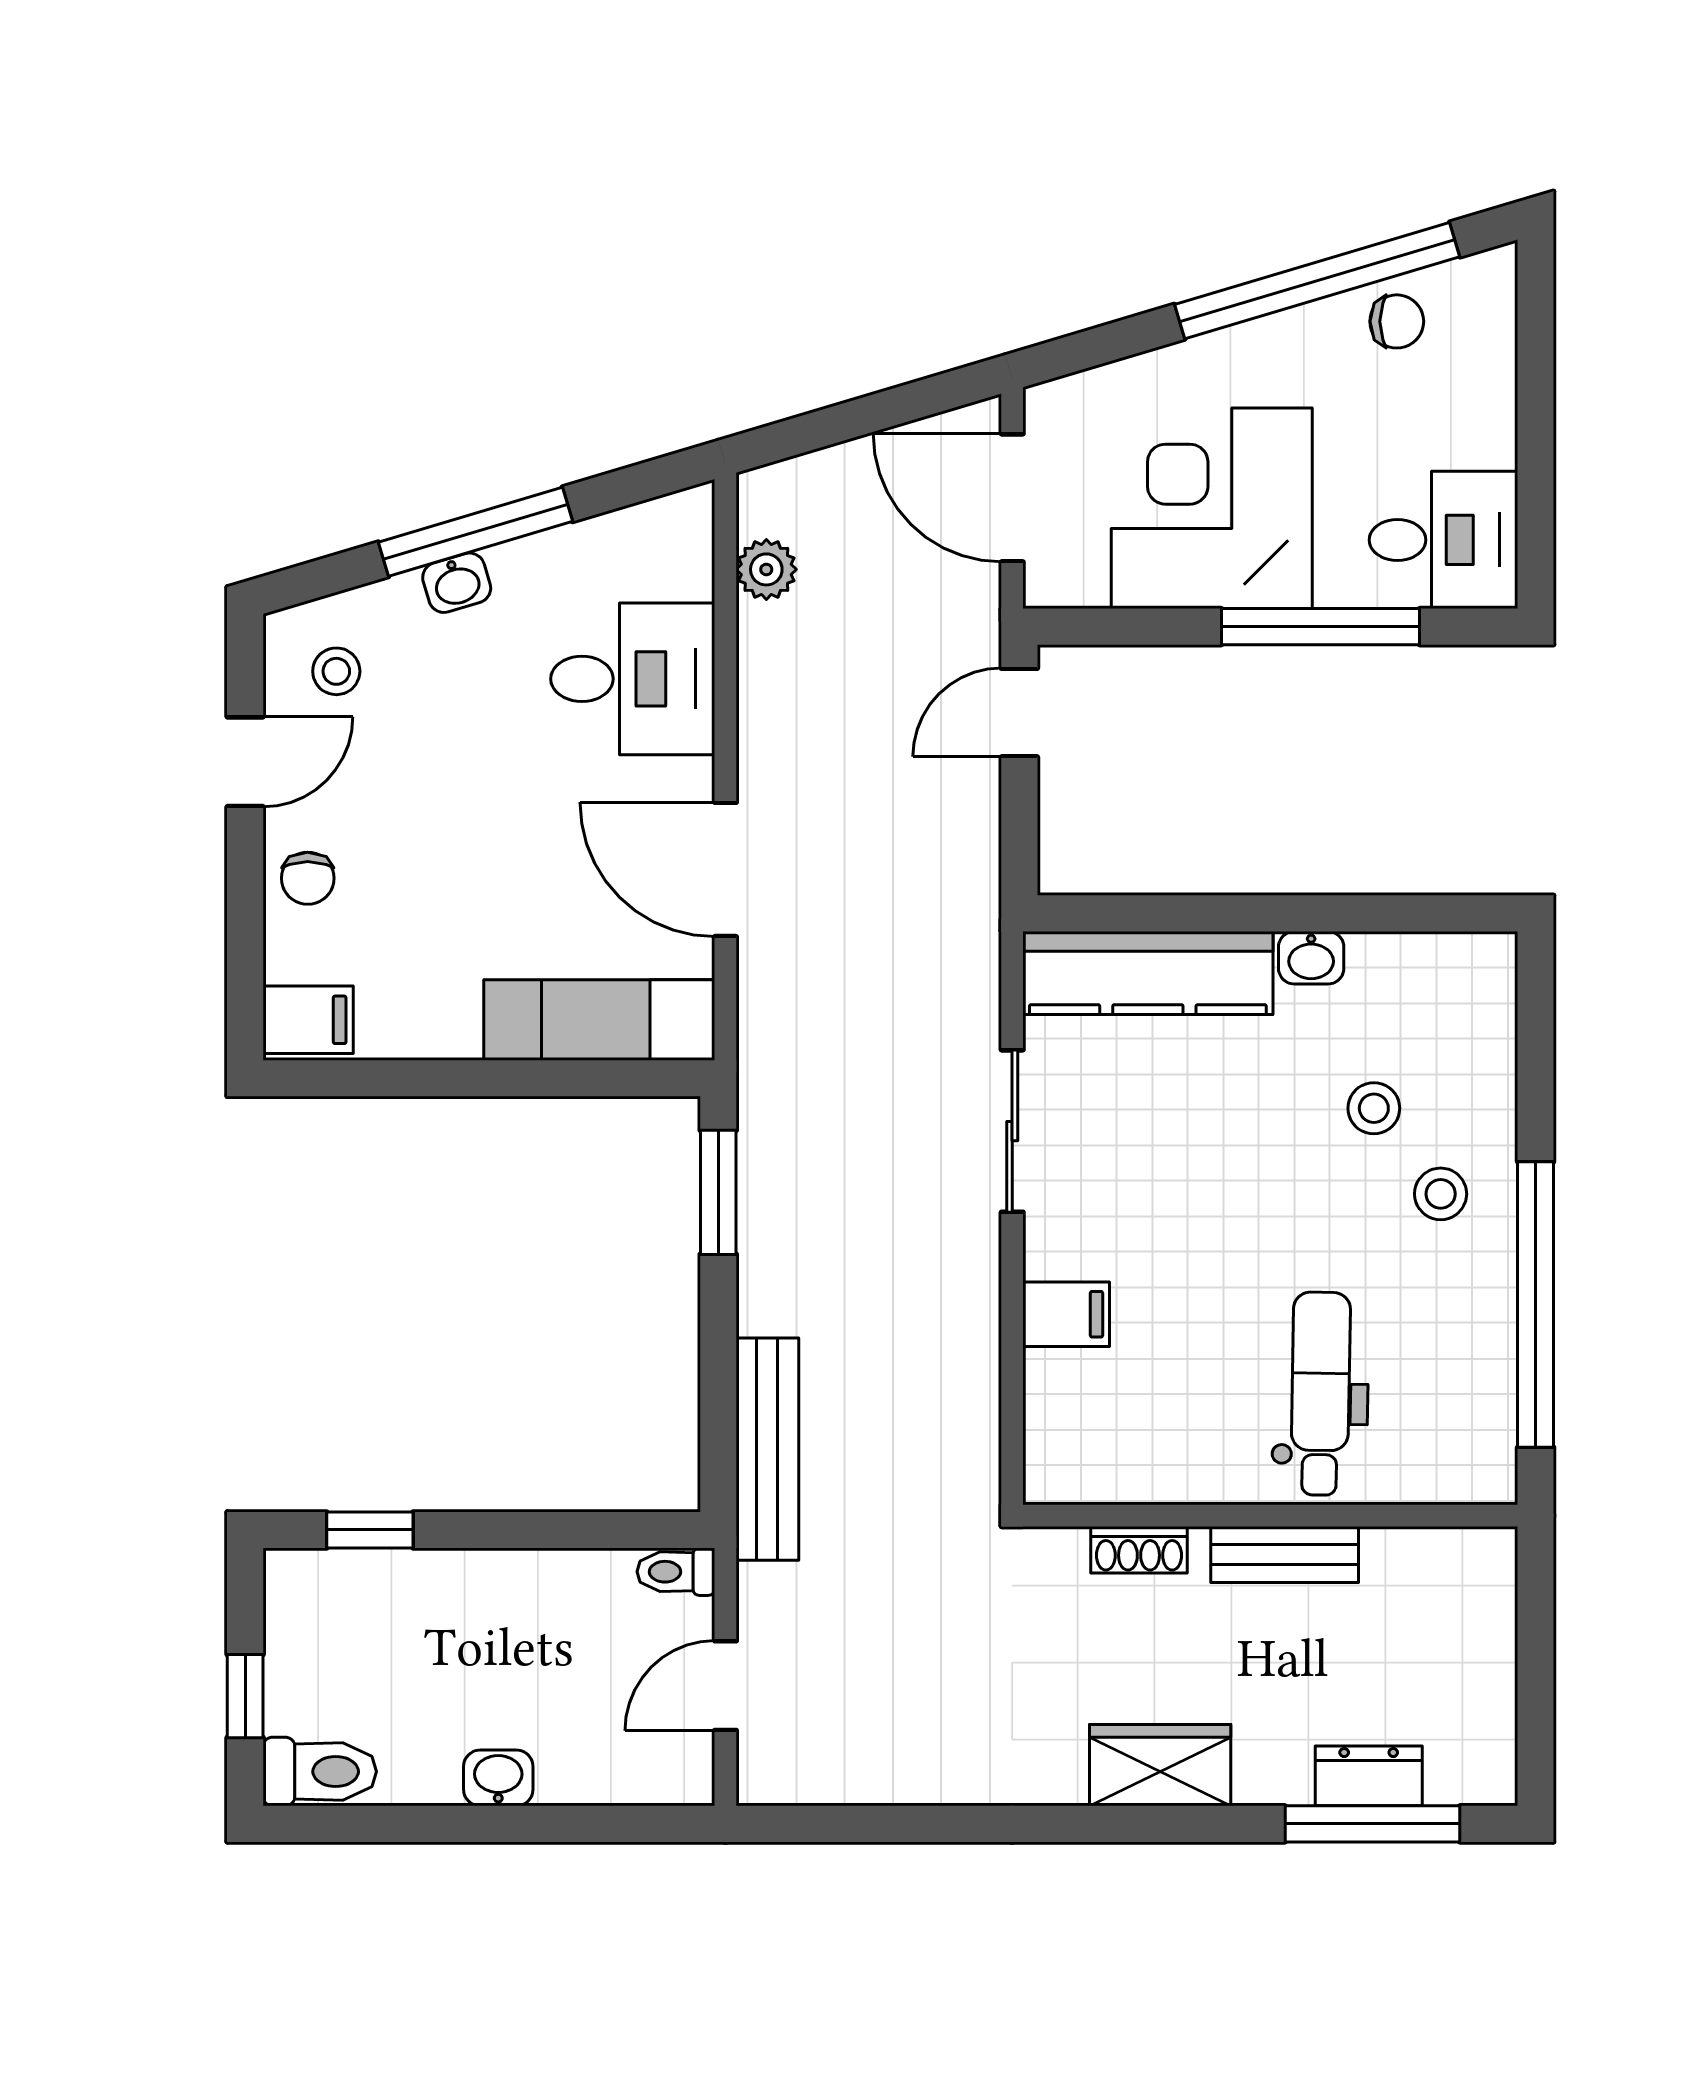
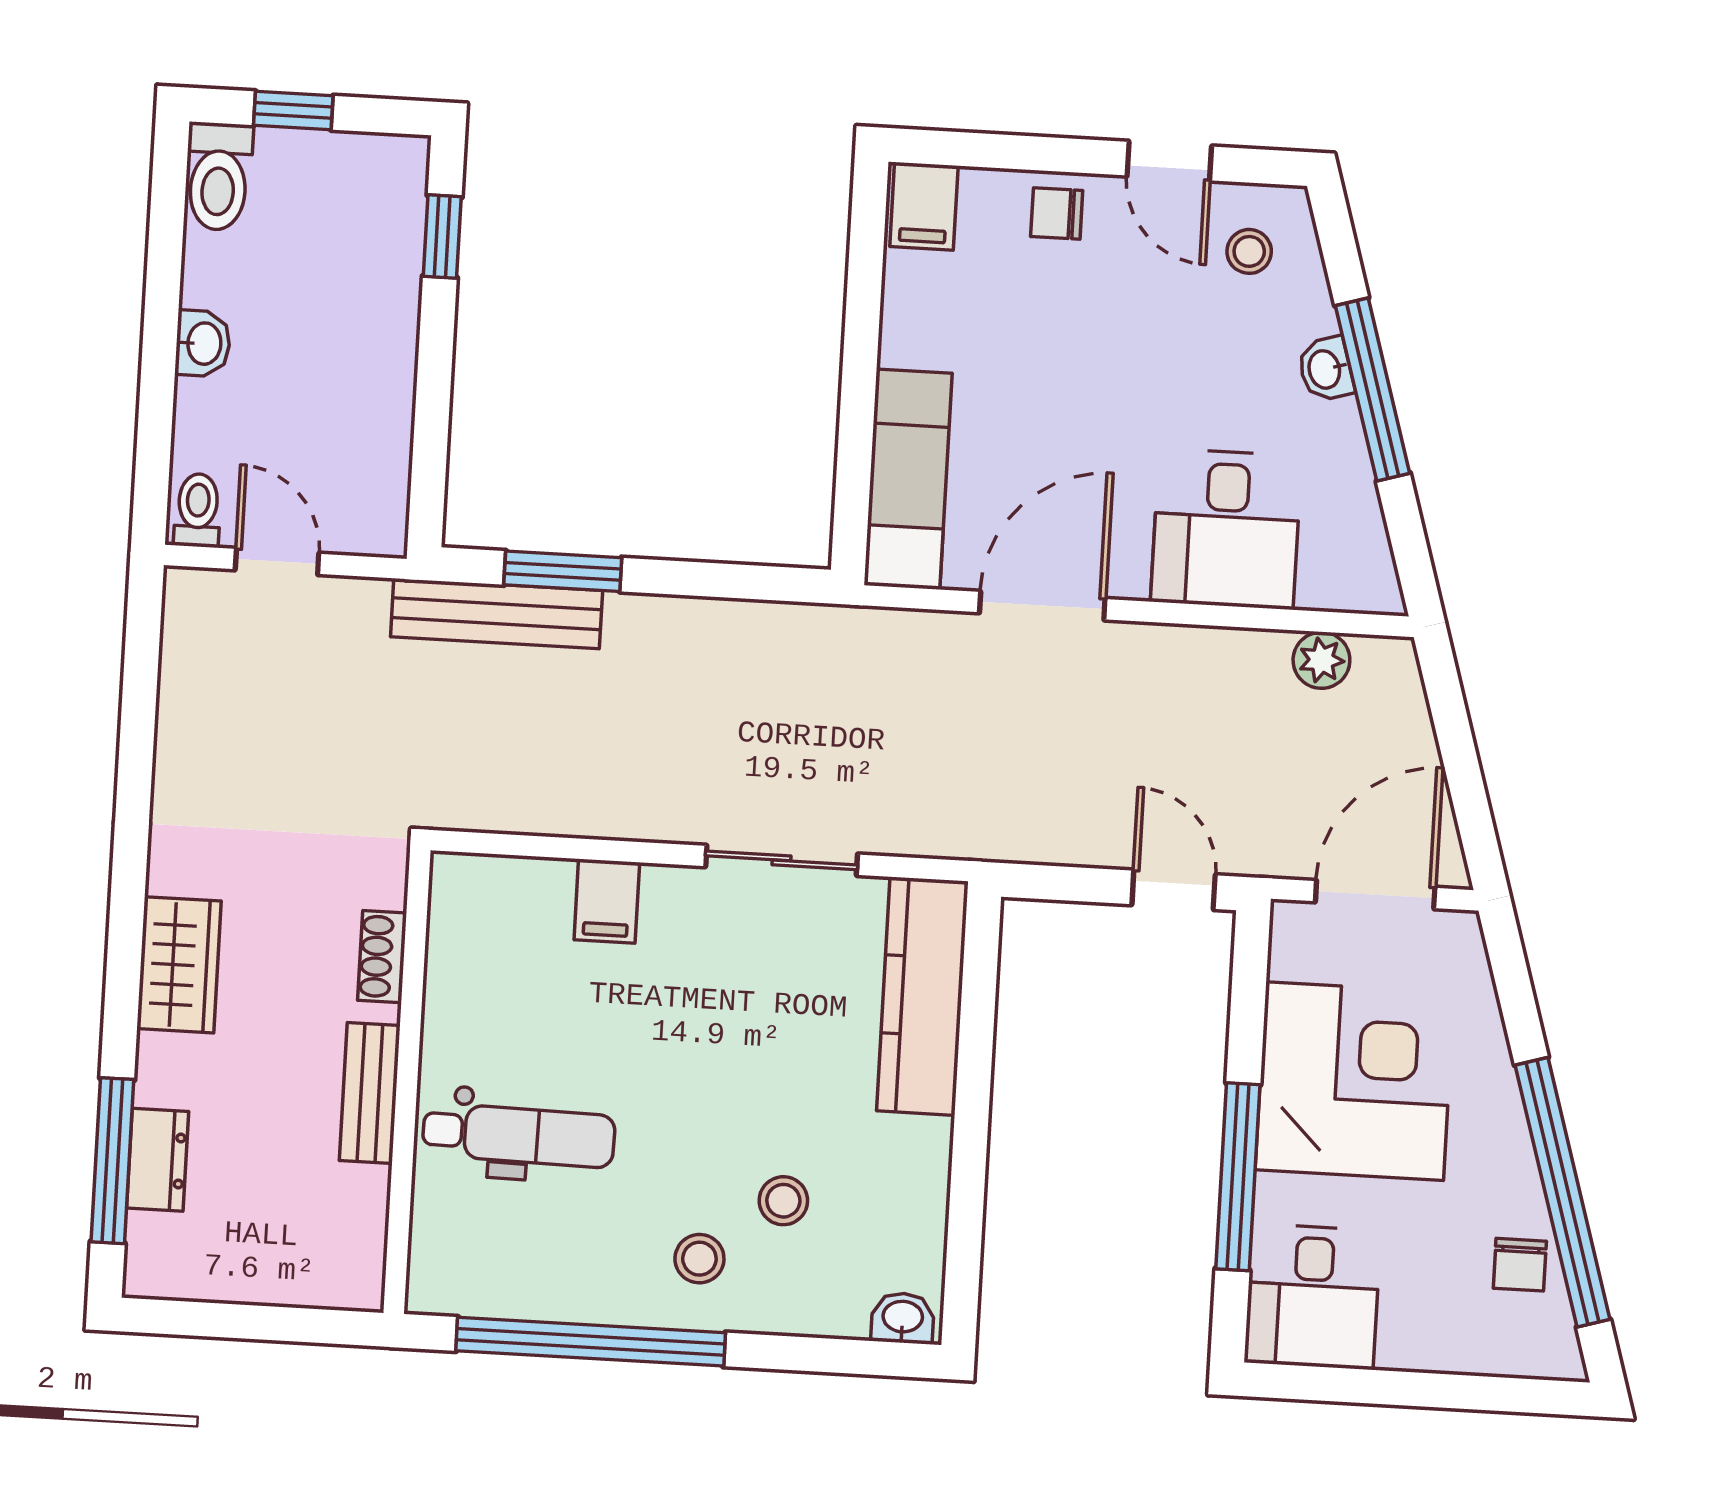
washbasin: (1311, 958) -> (903, 1318), moved, turned 90
window: (718, 1192) -> (563, 571), moved
toilet: (676, 1572) -> (198, 510), moved

